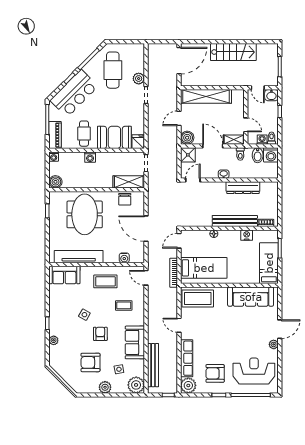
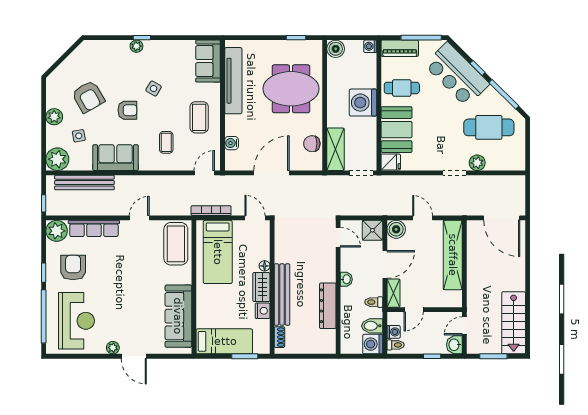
stairs: (233, 52) -> (514, 323), moved
washing machine: (90, 157) -> (363, 103), width x1.89, depth x1.89
wardrobe: (229, 236) -> (261, 287), added
plant: (54, 340) -> (136, 46), moved
armchair: (90, 362) -> (88, 97), turned 150

